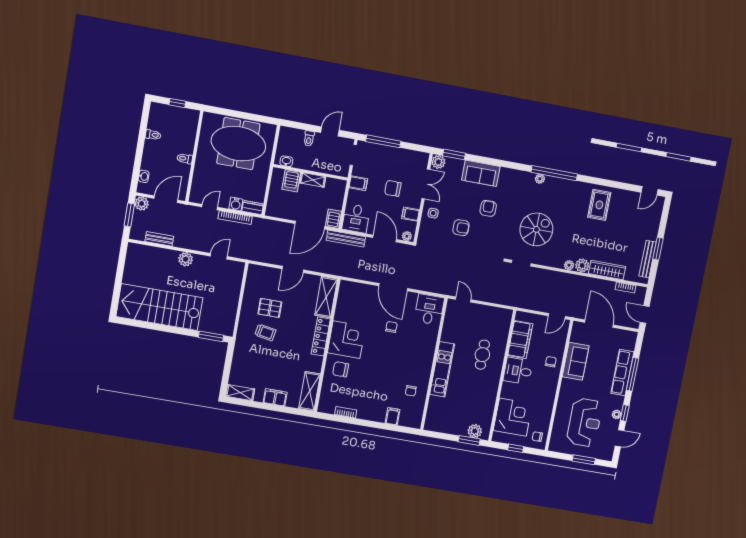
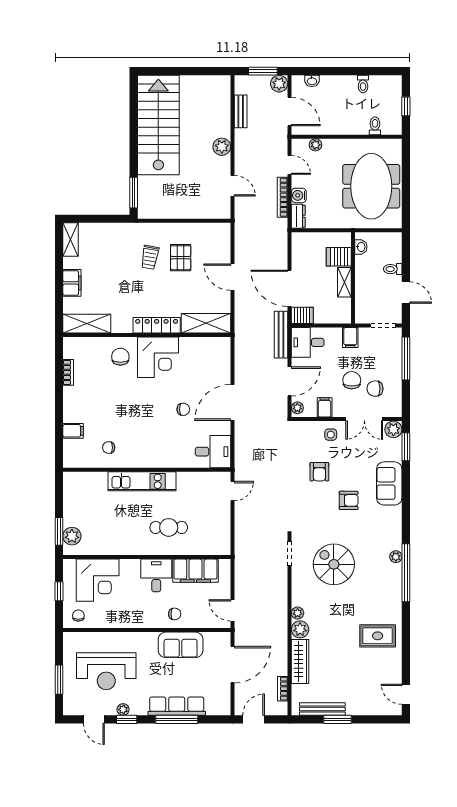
toilet: (185, 159) -> (375, 126), moved
chair: (403, 171) -> (375, 389), added
plant: (197, 183) -> (316, 145), added
spiral stairs: (536, 229) -> (334, 564), turned 180

